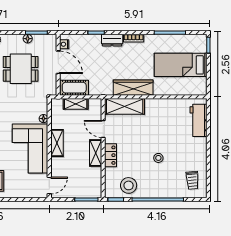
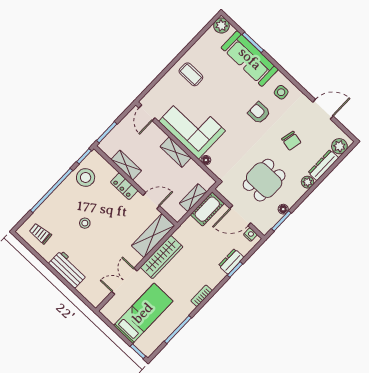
dresser: (112, 40) -> (231, 261), moved
double door: (172, 97) -> (124, 281), added
workbench: (198, 120) -> (68, 269), moved
shelving: (96, 153) -> (126, 165), moved

